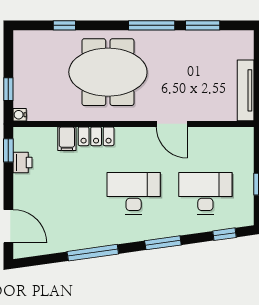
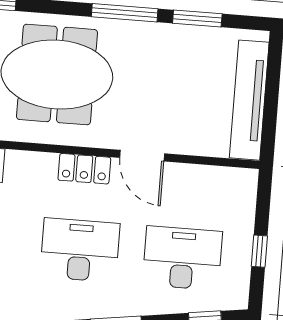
tv unit: (246, 90) -> (249, 100), width x1.36, depth x1.29
locker: (96, 136) -> (84, 169), moved

